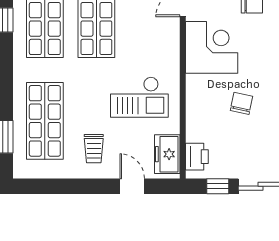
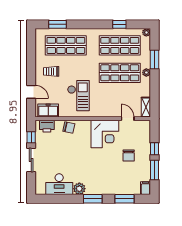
checkout: (139, 97) -> (78, 96), turned 180
chair: (242, 103) -> (69, 128), moved
door: (132, 186) -> (31, 92), hinge flipped

